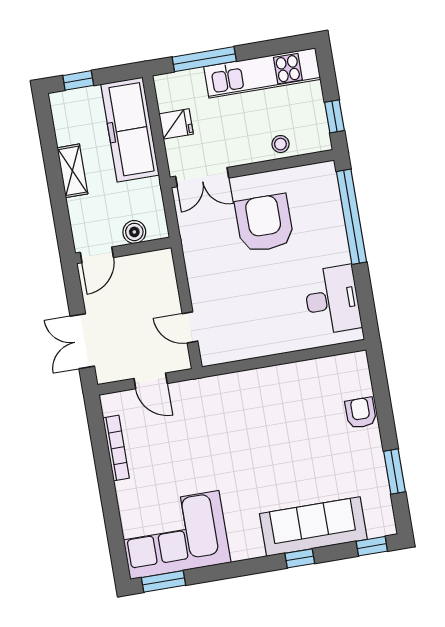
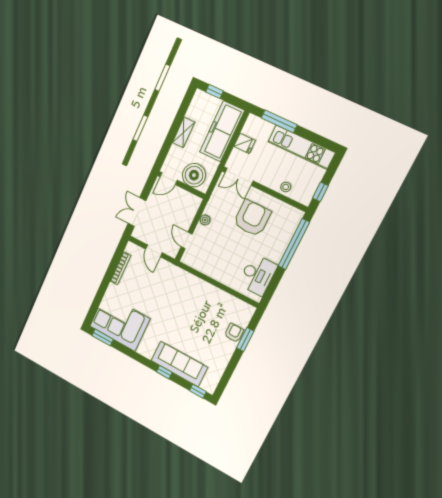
boiler: (134, 232) -> (194, 175), width x1.86, depth x1.86
plant: (196, 276) -> (205, 220), added
window: (395, 471) -> (245, 340), moved

